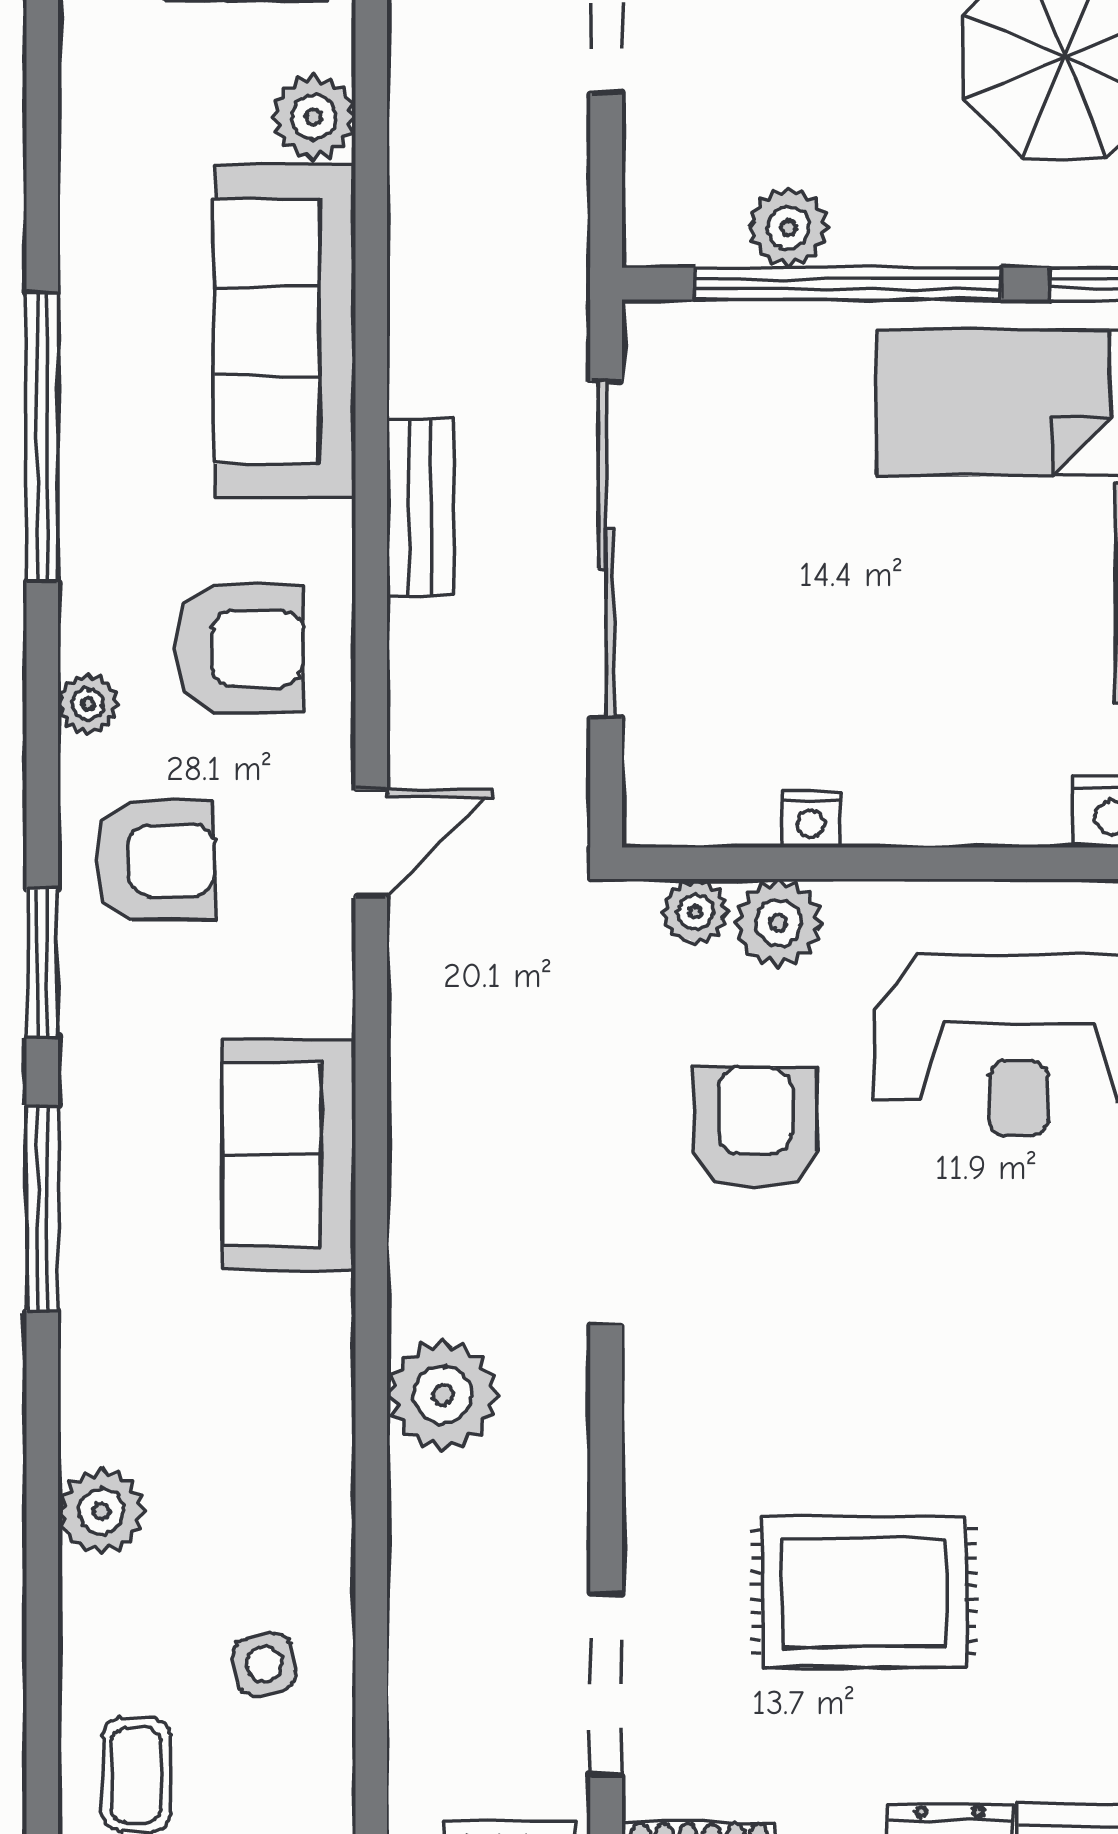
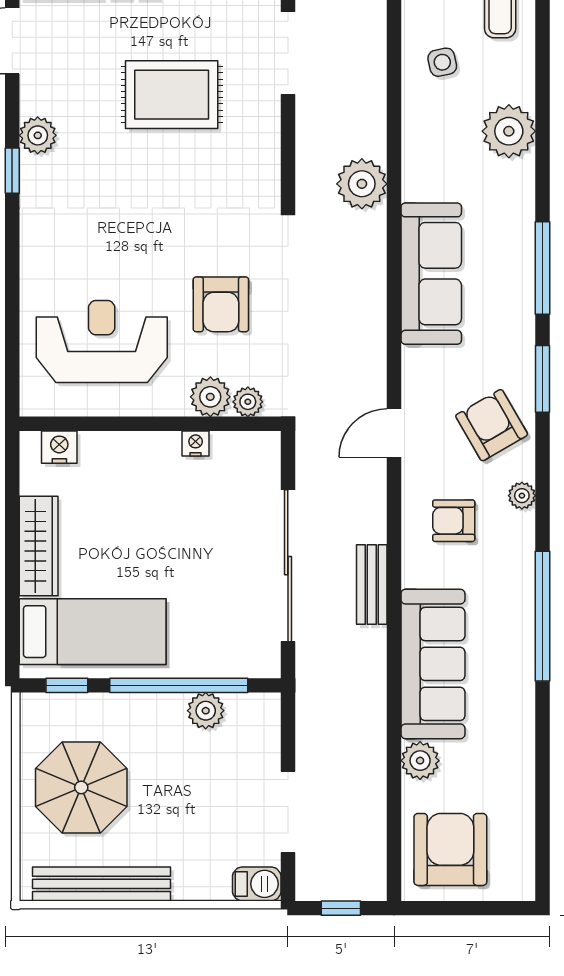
armchair: (239, 648) -> (454, 521), width x0.72, depth x0.72
armchair: (155, 860) -> (492, 425), turned 60
sofa: (289, 1154) -> (431, 274), width x1.36
plant: (101, 1511) -> (509, 131), width x1.36, depth x1.36

